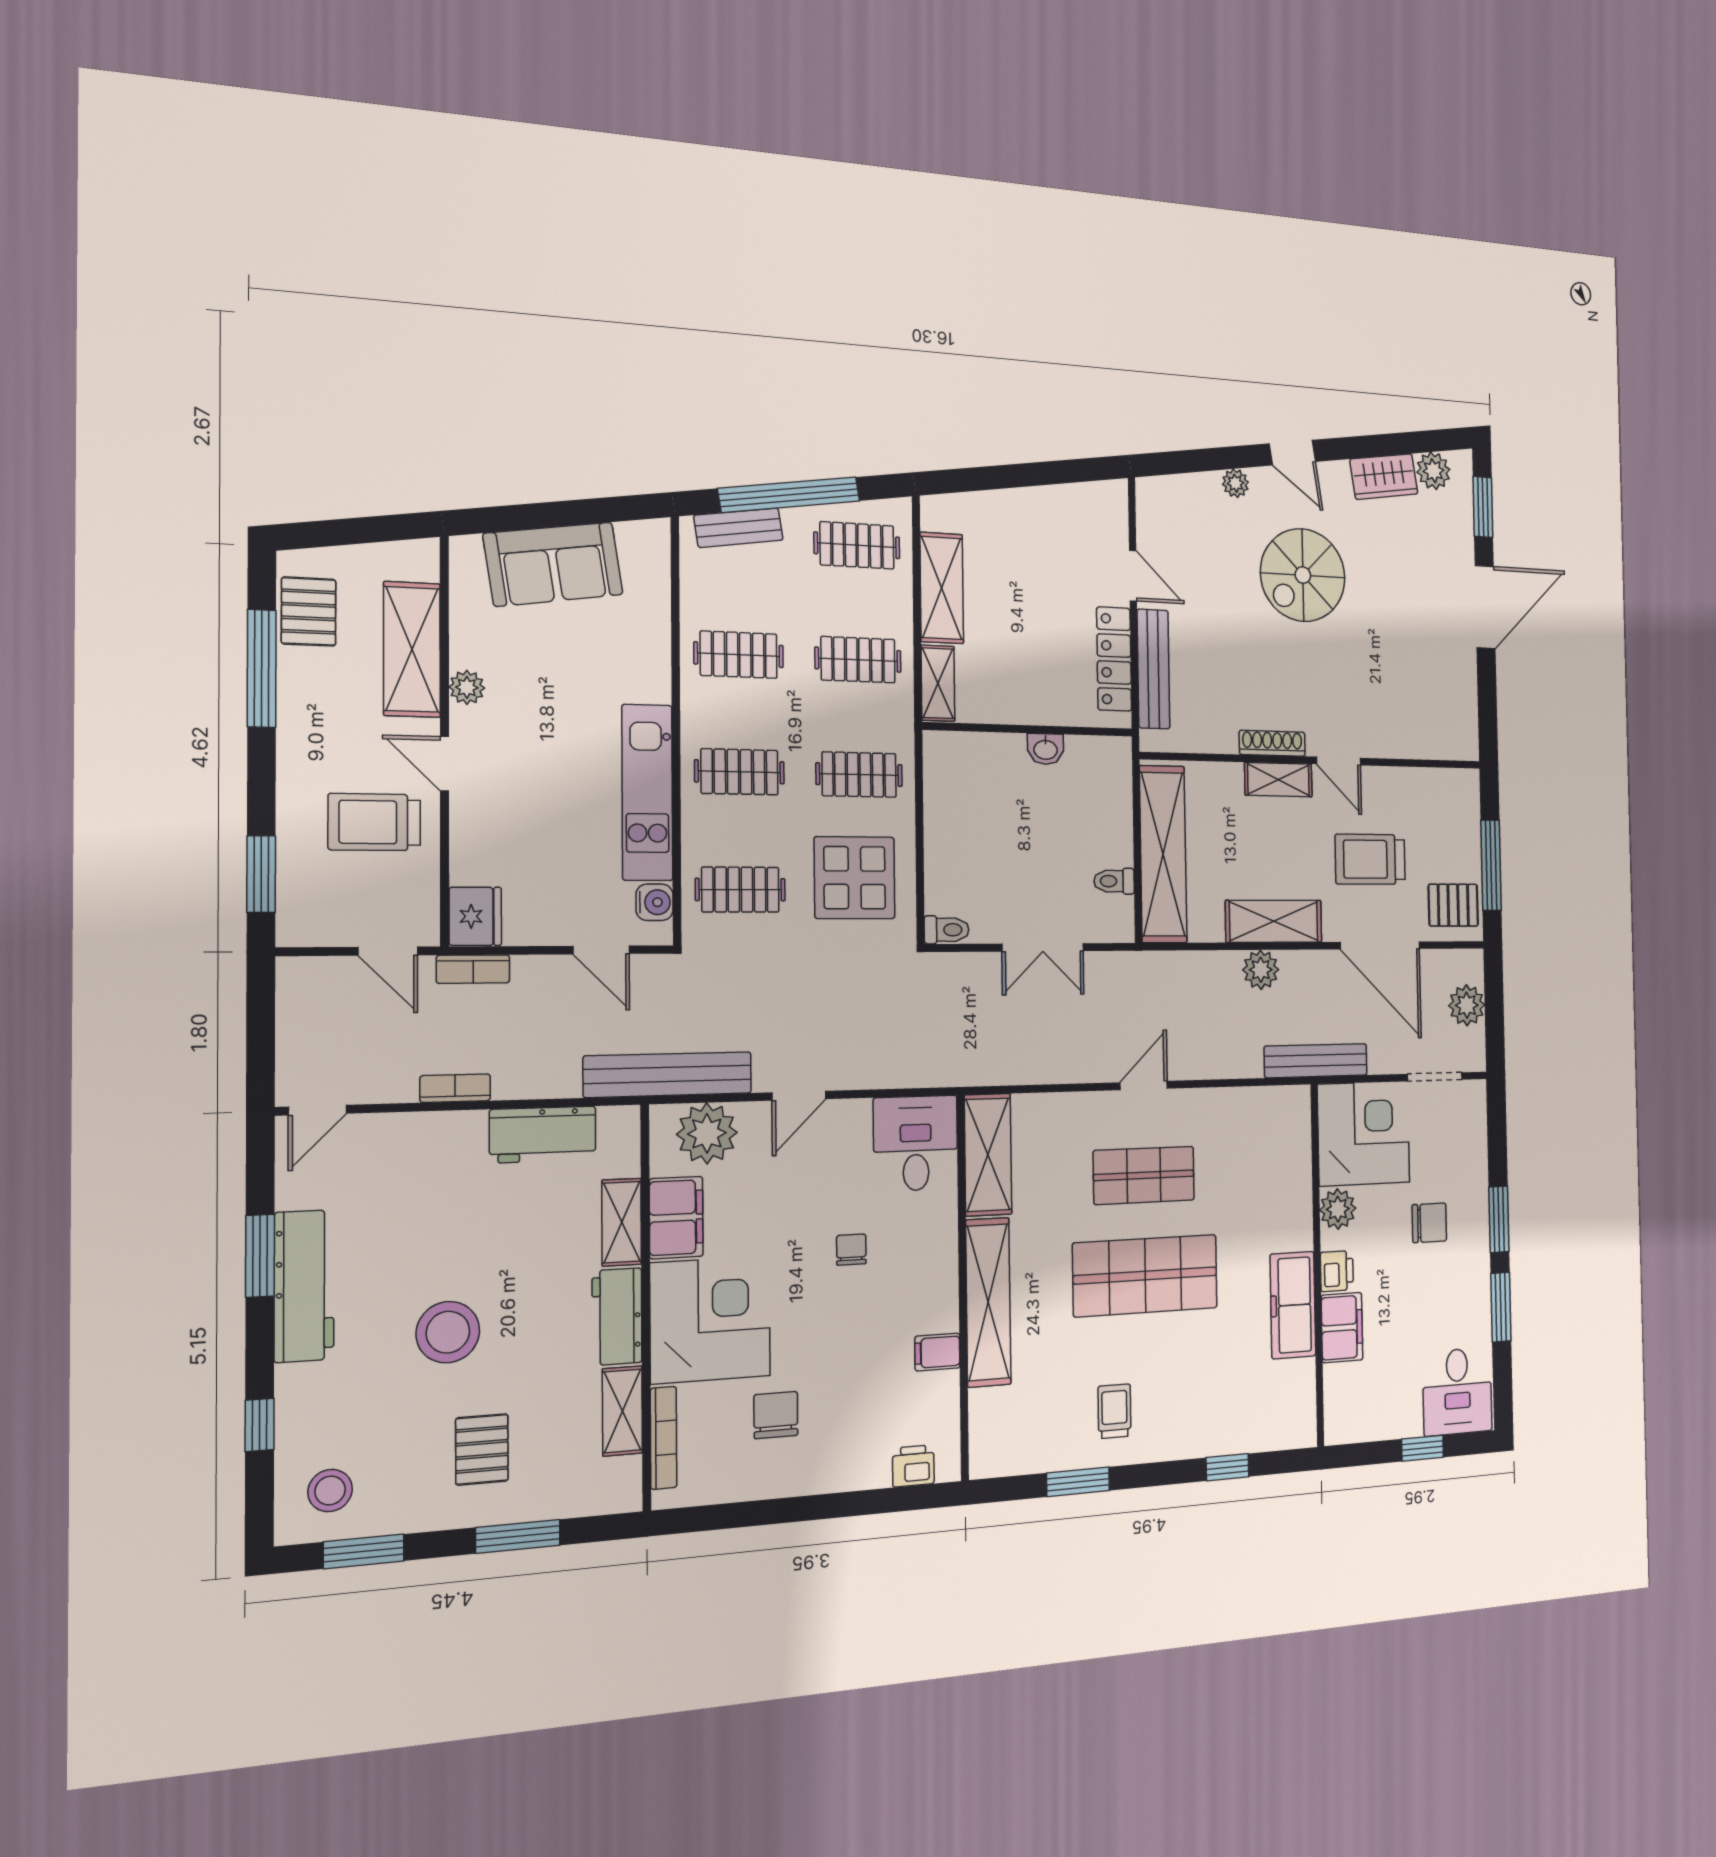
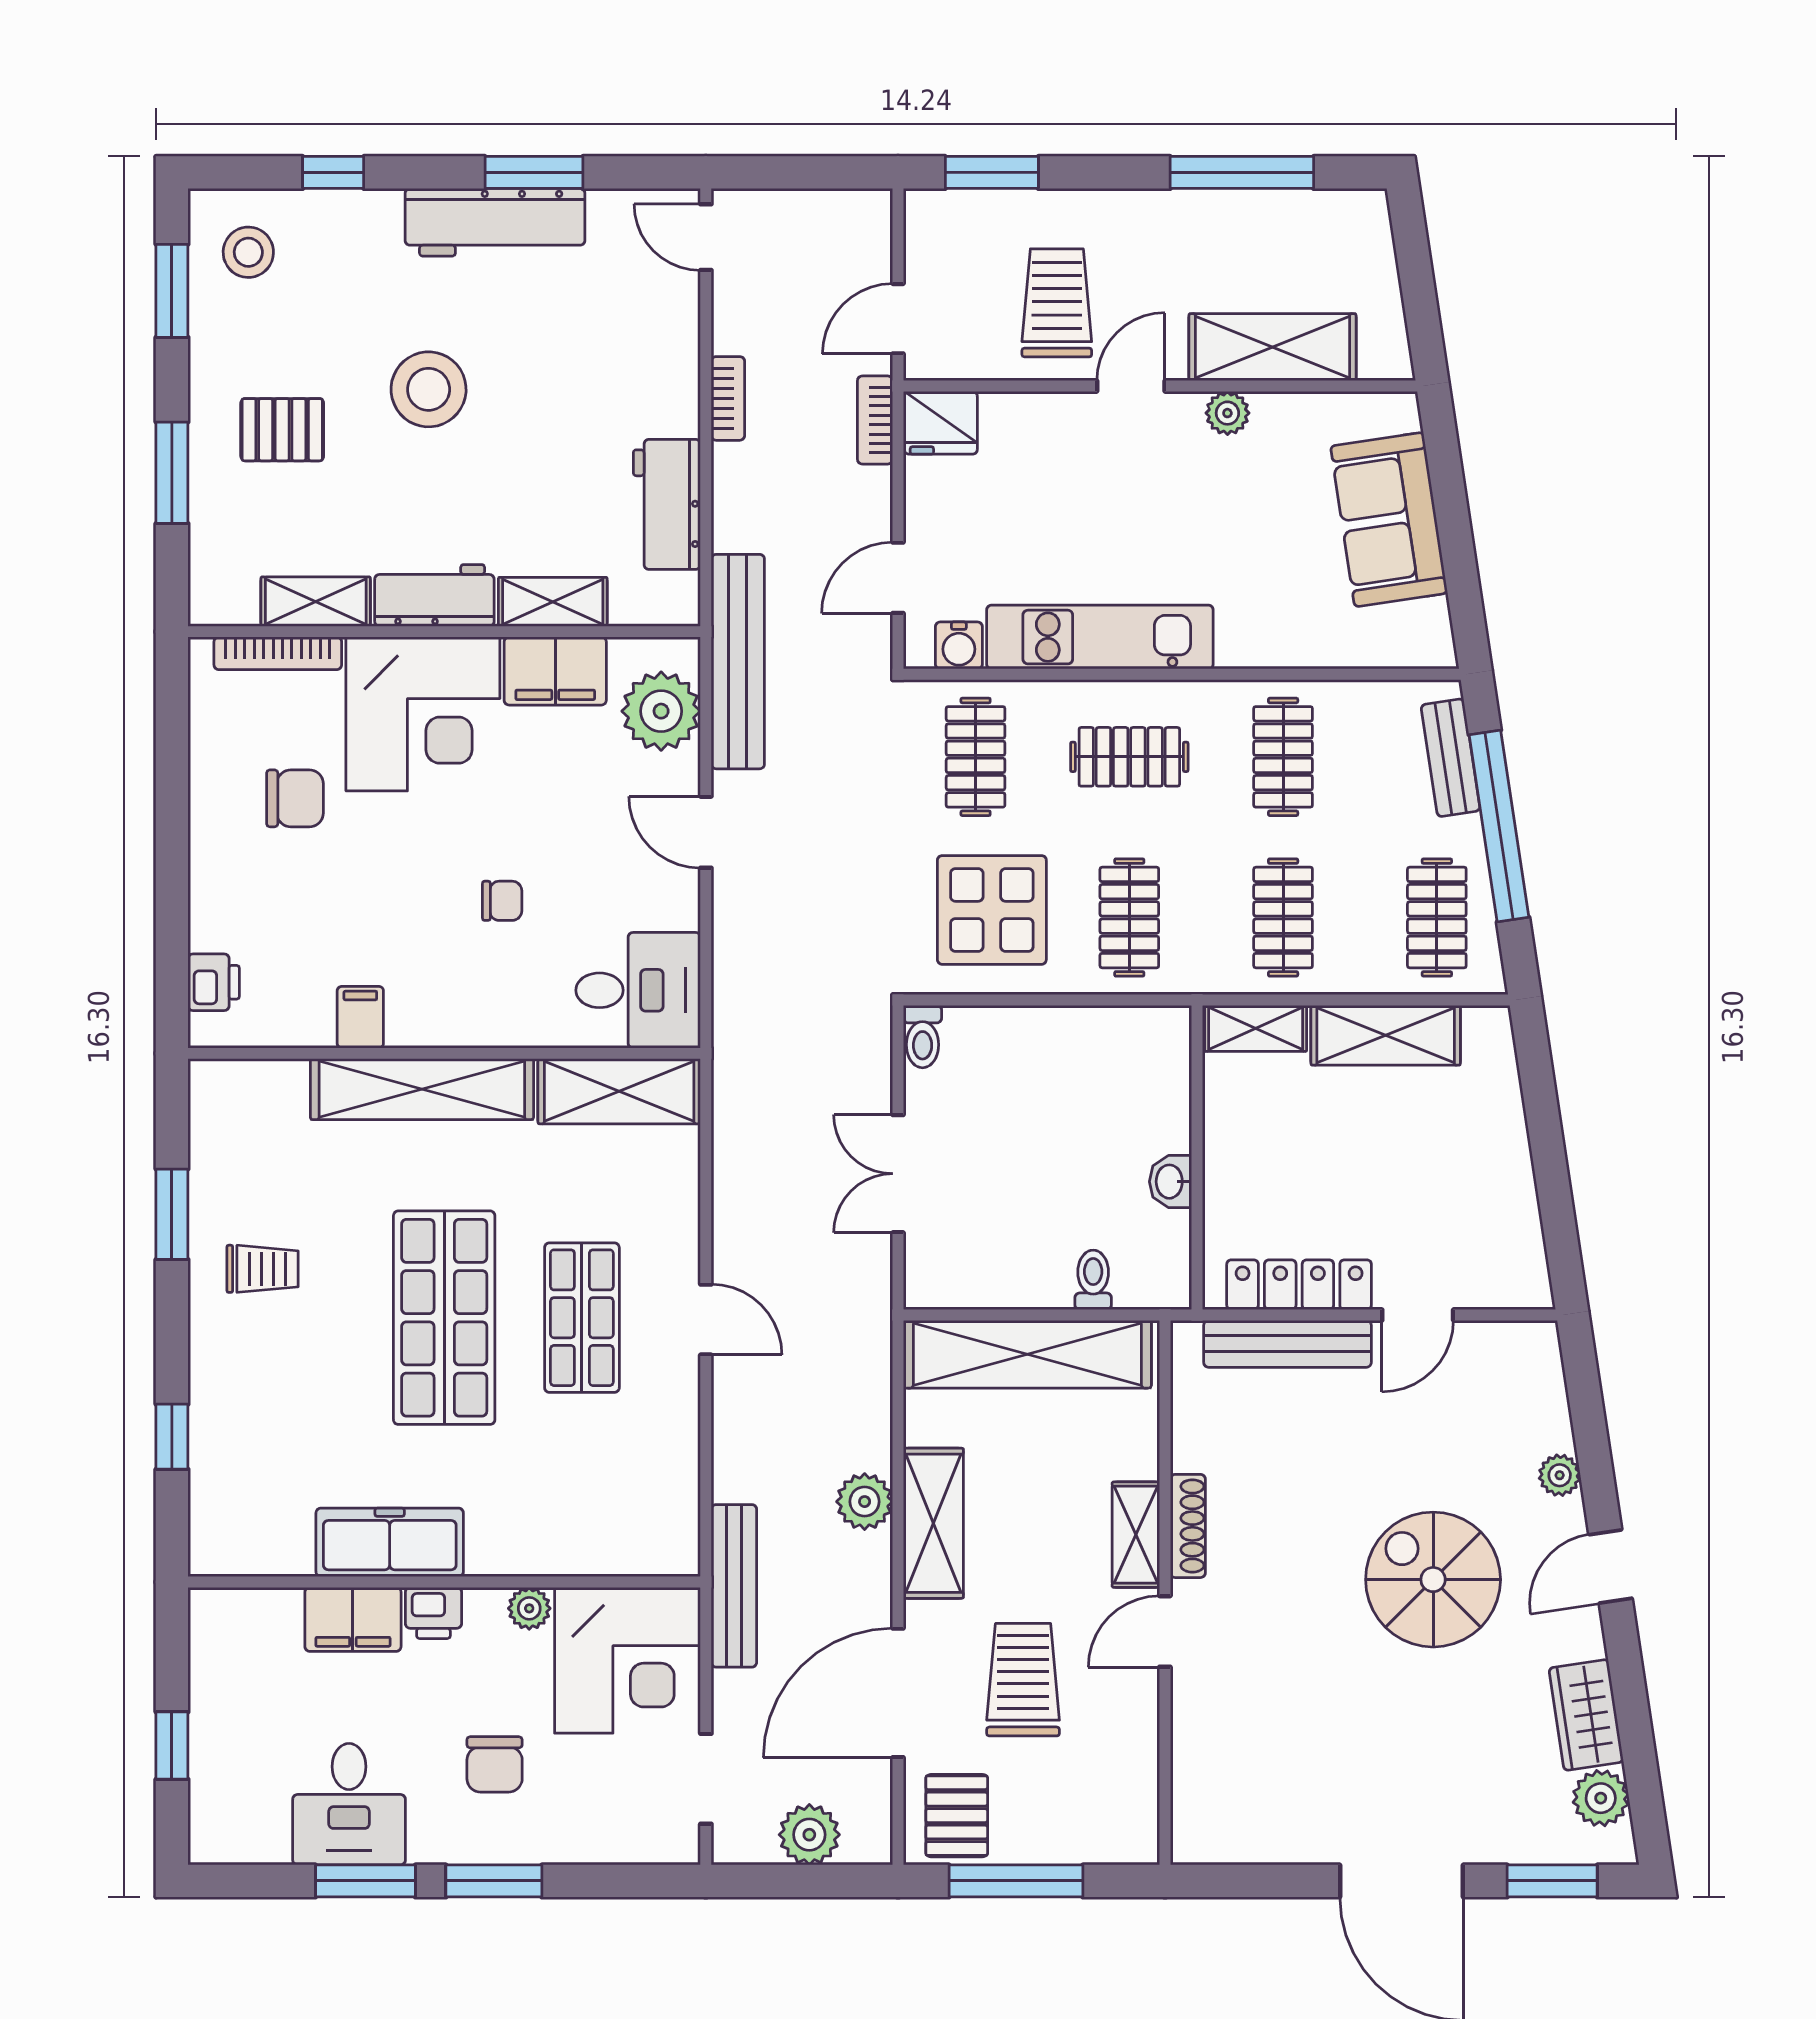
pallet: (309, 612) -> (1314, 226), removed
clothes rail: (740, 772) -> (1129, 757), turned 90
toilet: (1114, 881) -> (1093, 1280), moved
plant: (1338, 1209) -> (529, 1608), width x0.73, depth x0.73
desk: (1457, 1391) -> (349, 1804), moved, turned -90

